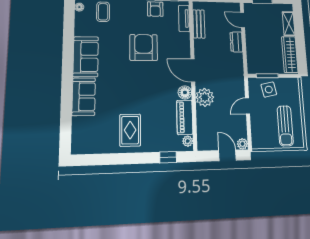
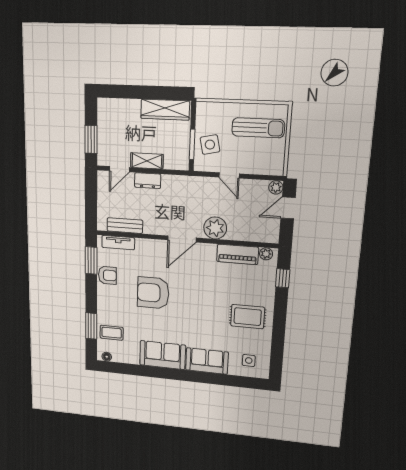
shelving: (289, 24) -> (147, 161), moved
floor lamp: (185, 92) -> (208, 251), removed
side table: (88, 135) -> (249, 361), added

